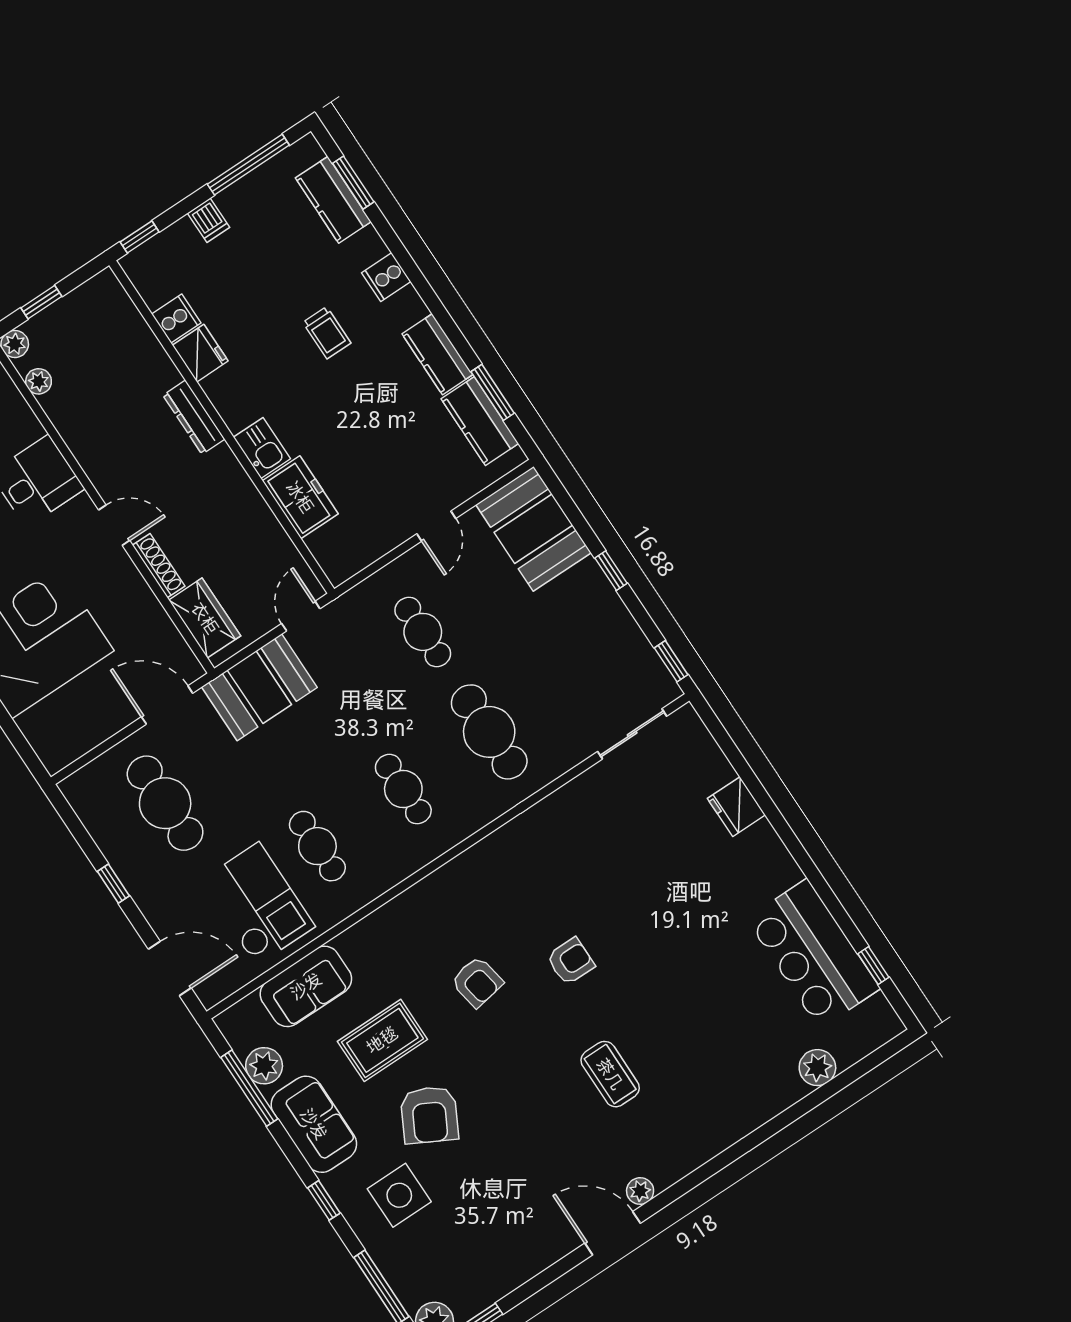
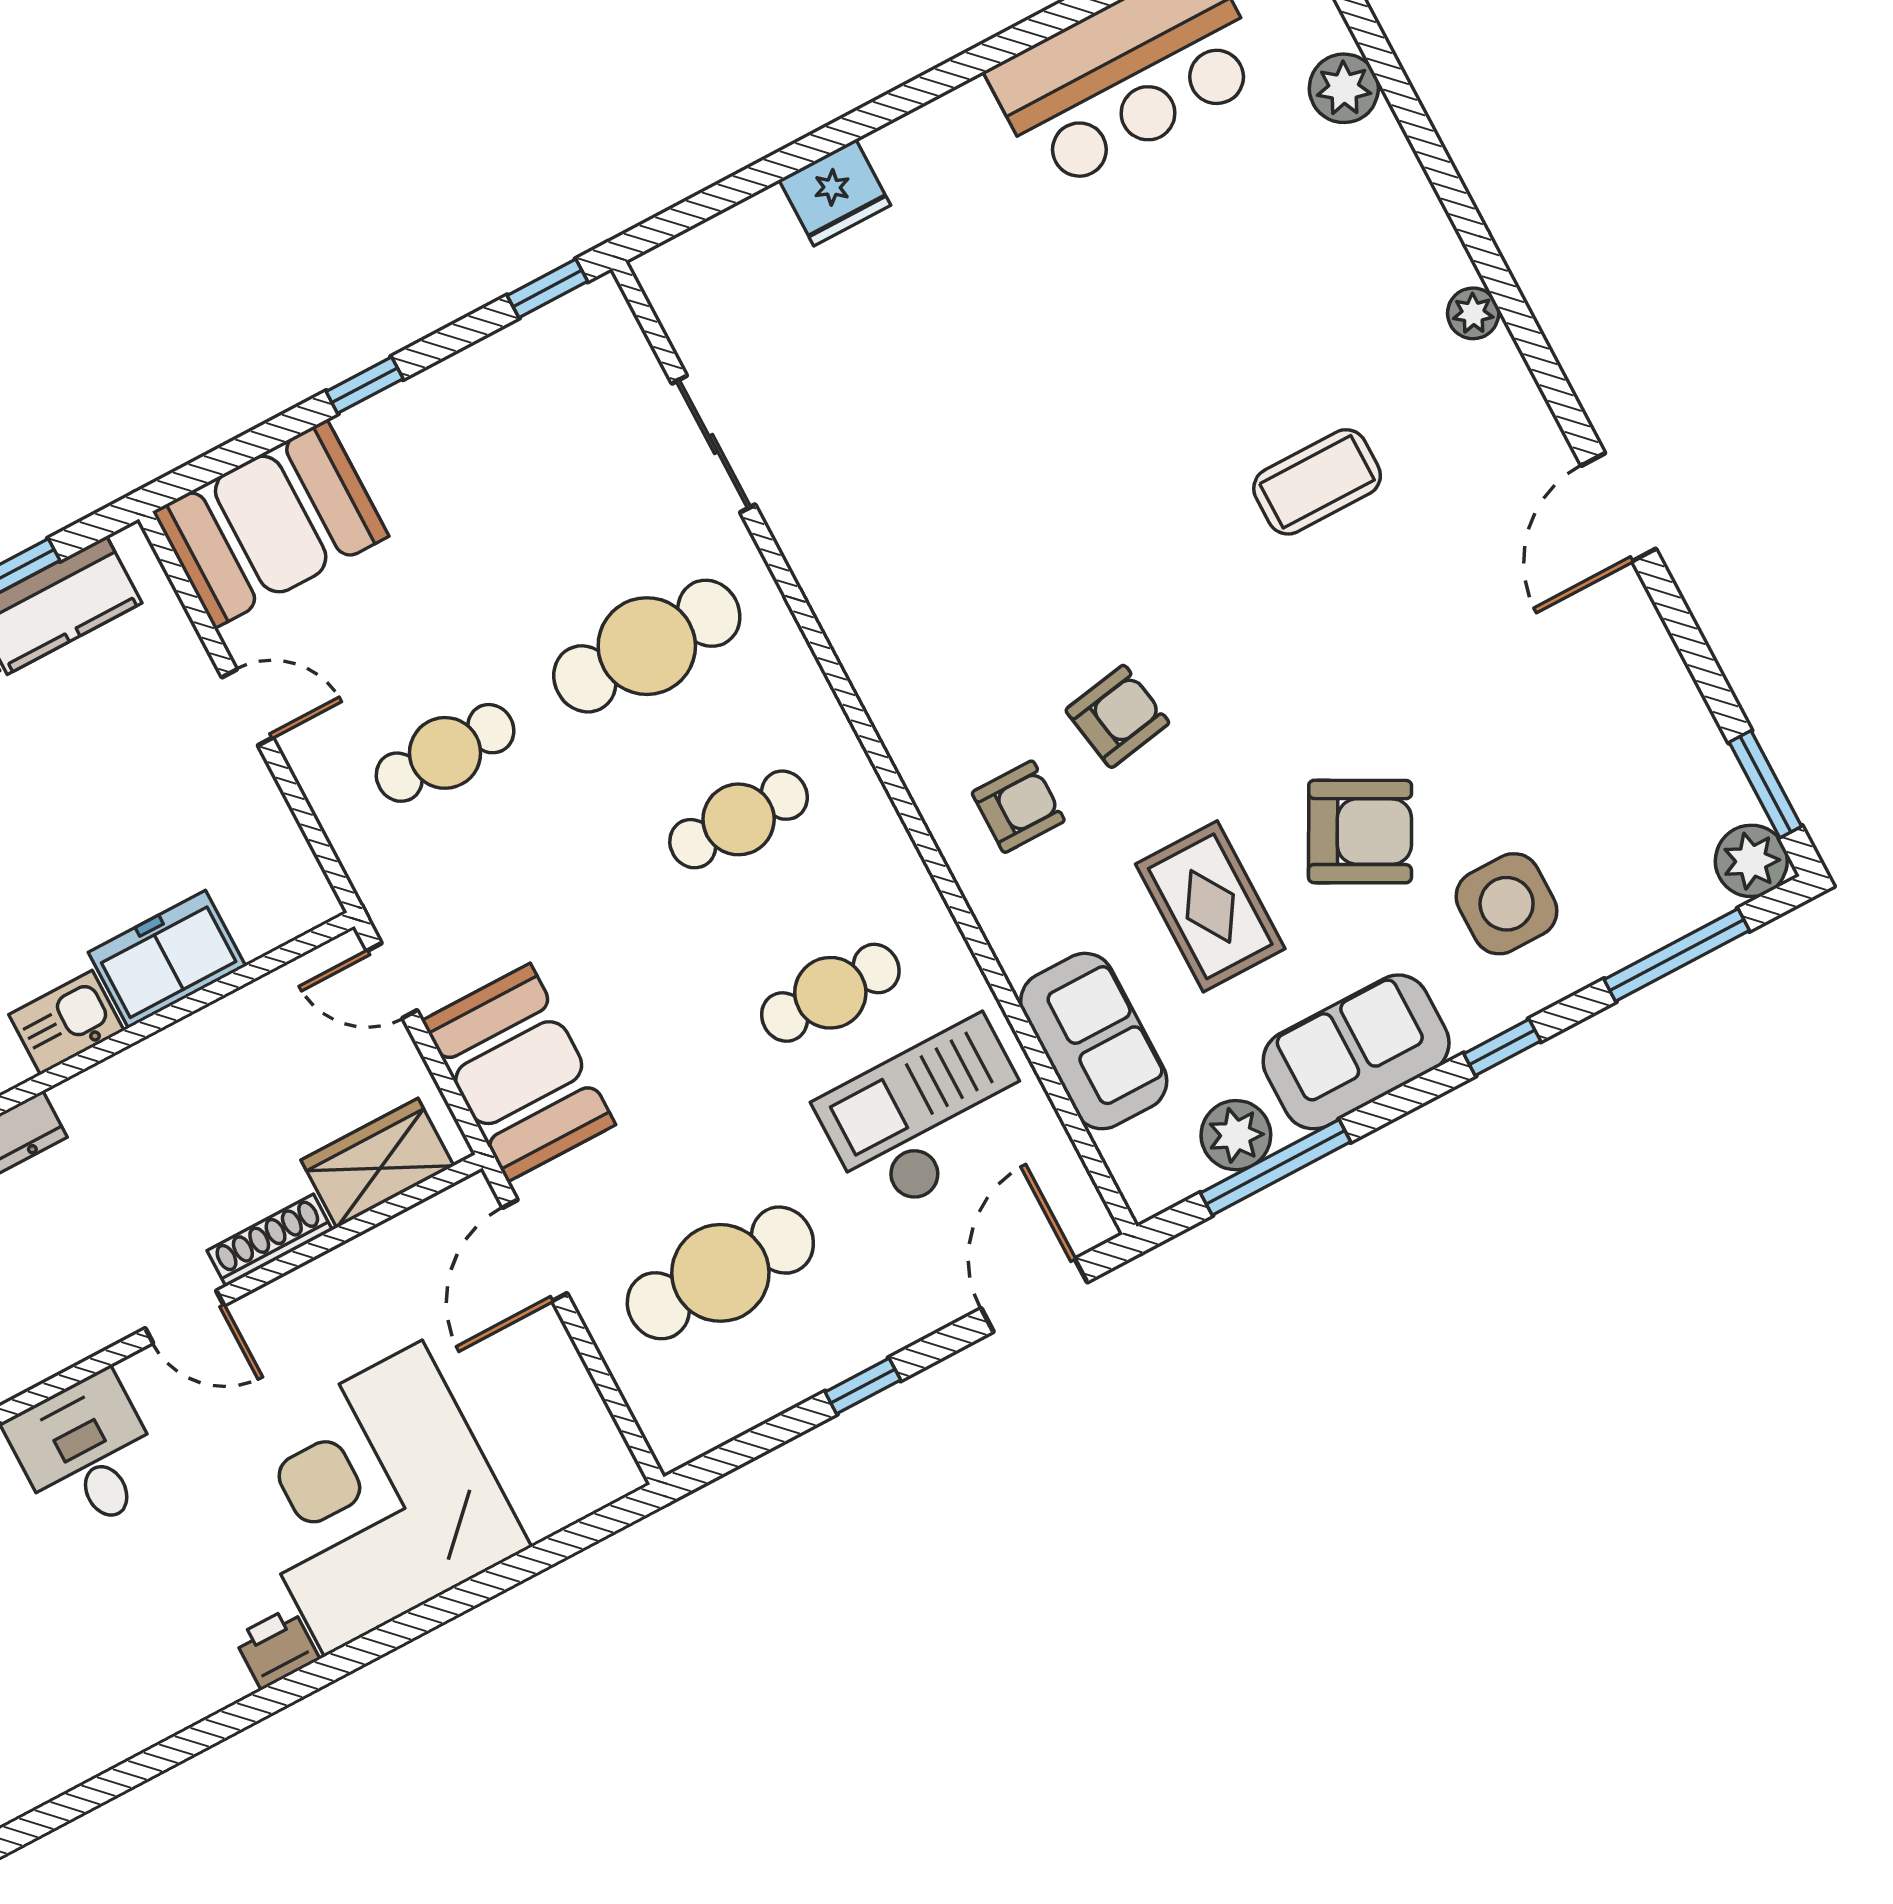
door: (114, 525) -> (185, 1317), swing flipped
sliding door: (632, 734) -> (713, 444), moved
armchair: (571, 961) -> (1018, 807), moved, turned 90
plant: (640, 1191) -> (1473, 313), moved

